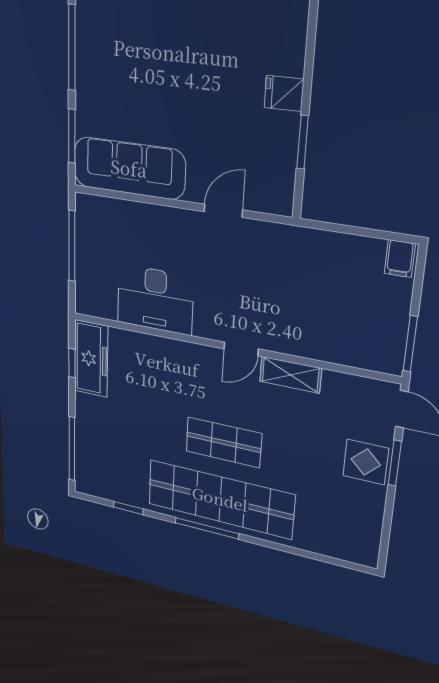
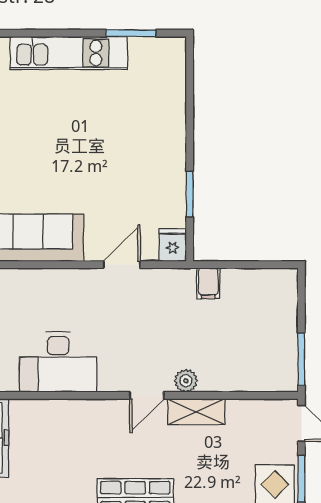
fridge: (284, 93) -> (173, 245), moved, turned 90
filing cabinet: (400, 259) -> (208, 283), moved
plant: (282, 342) -> (186, 381), added

